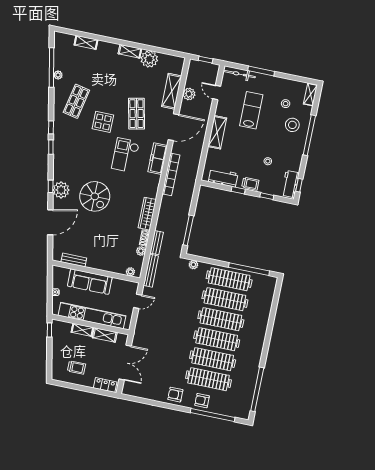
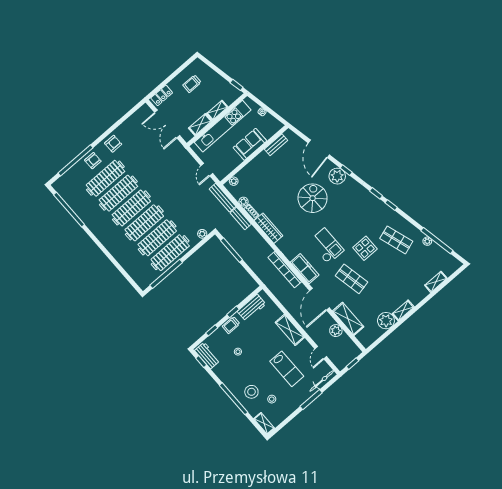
door: (217, 92) -> (321, 353), swing flipped
shop shelf: (76, 101) -> (396, 240), turned -30
spiral stairs: (95, 196) -> (313, 198), turned 90
sofa: (90, 282) -> (250, 144), width x0.73

